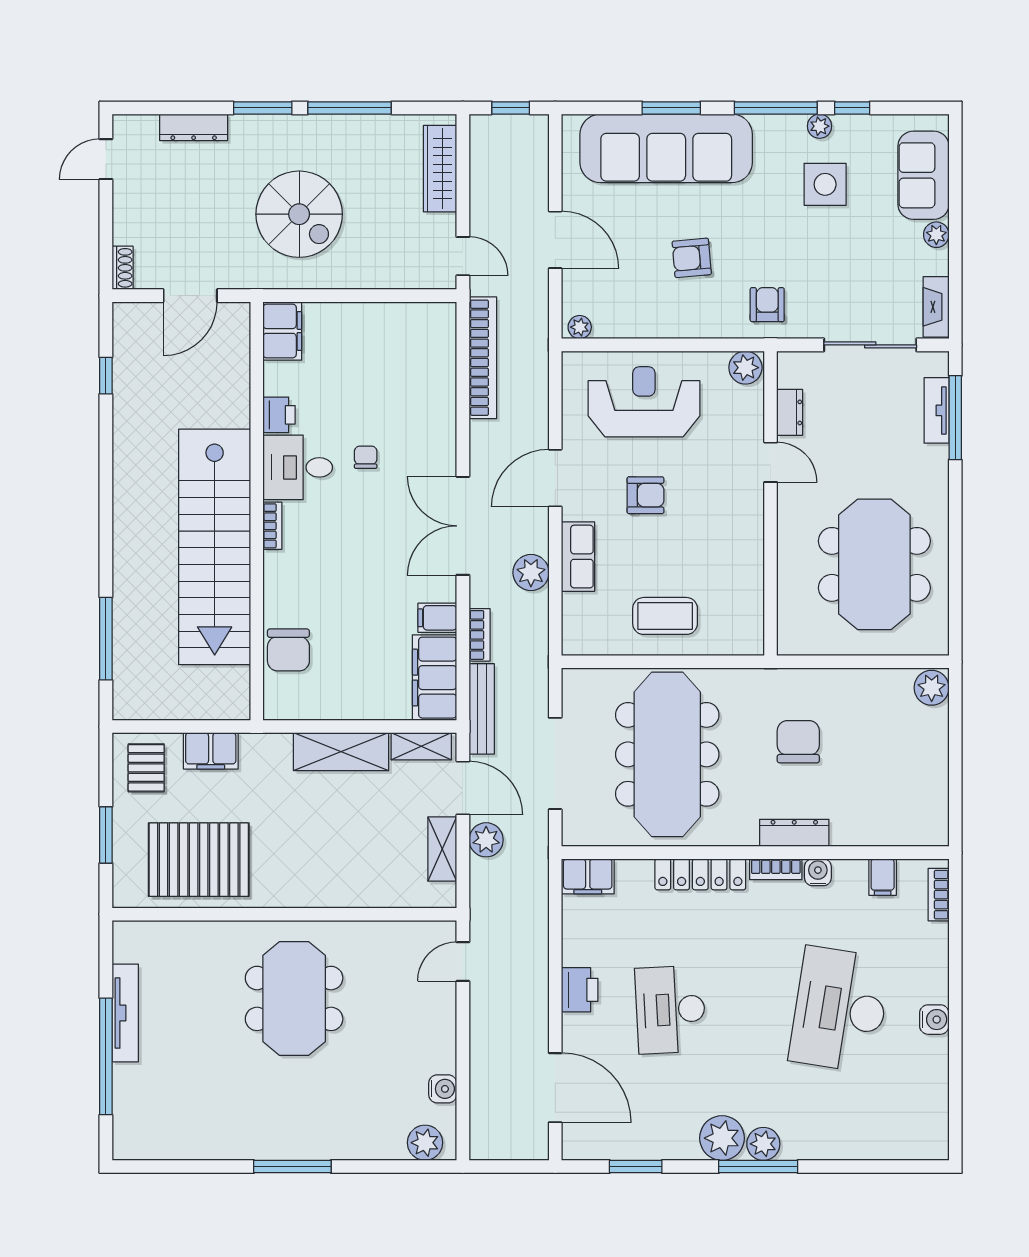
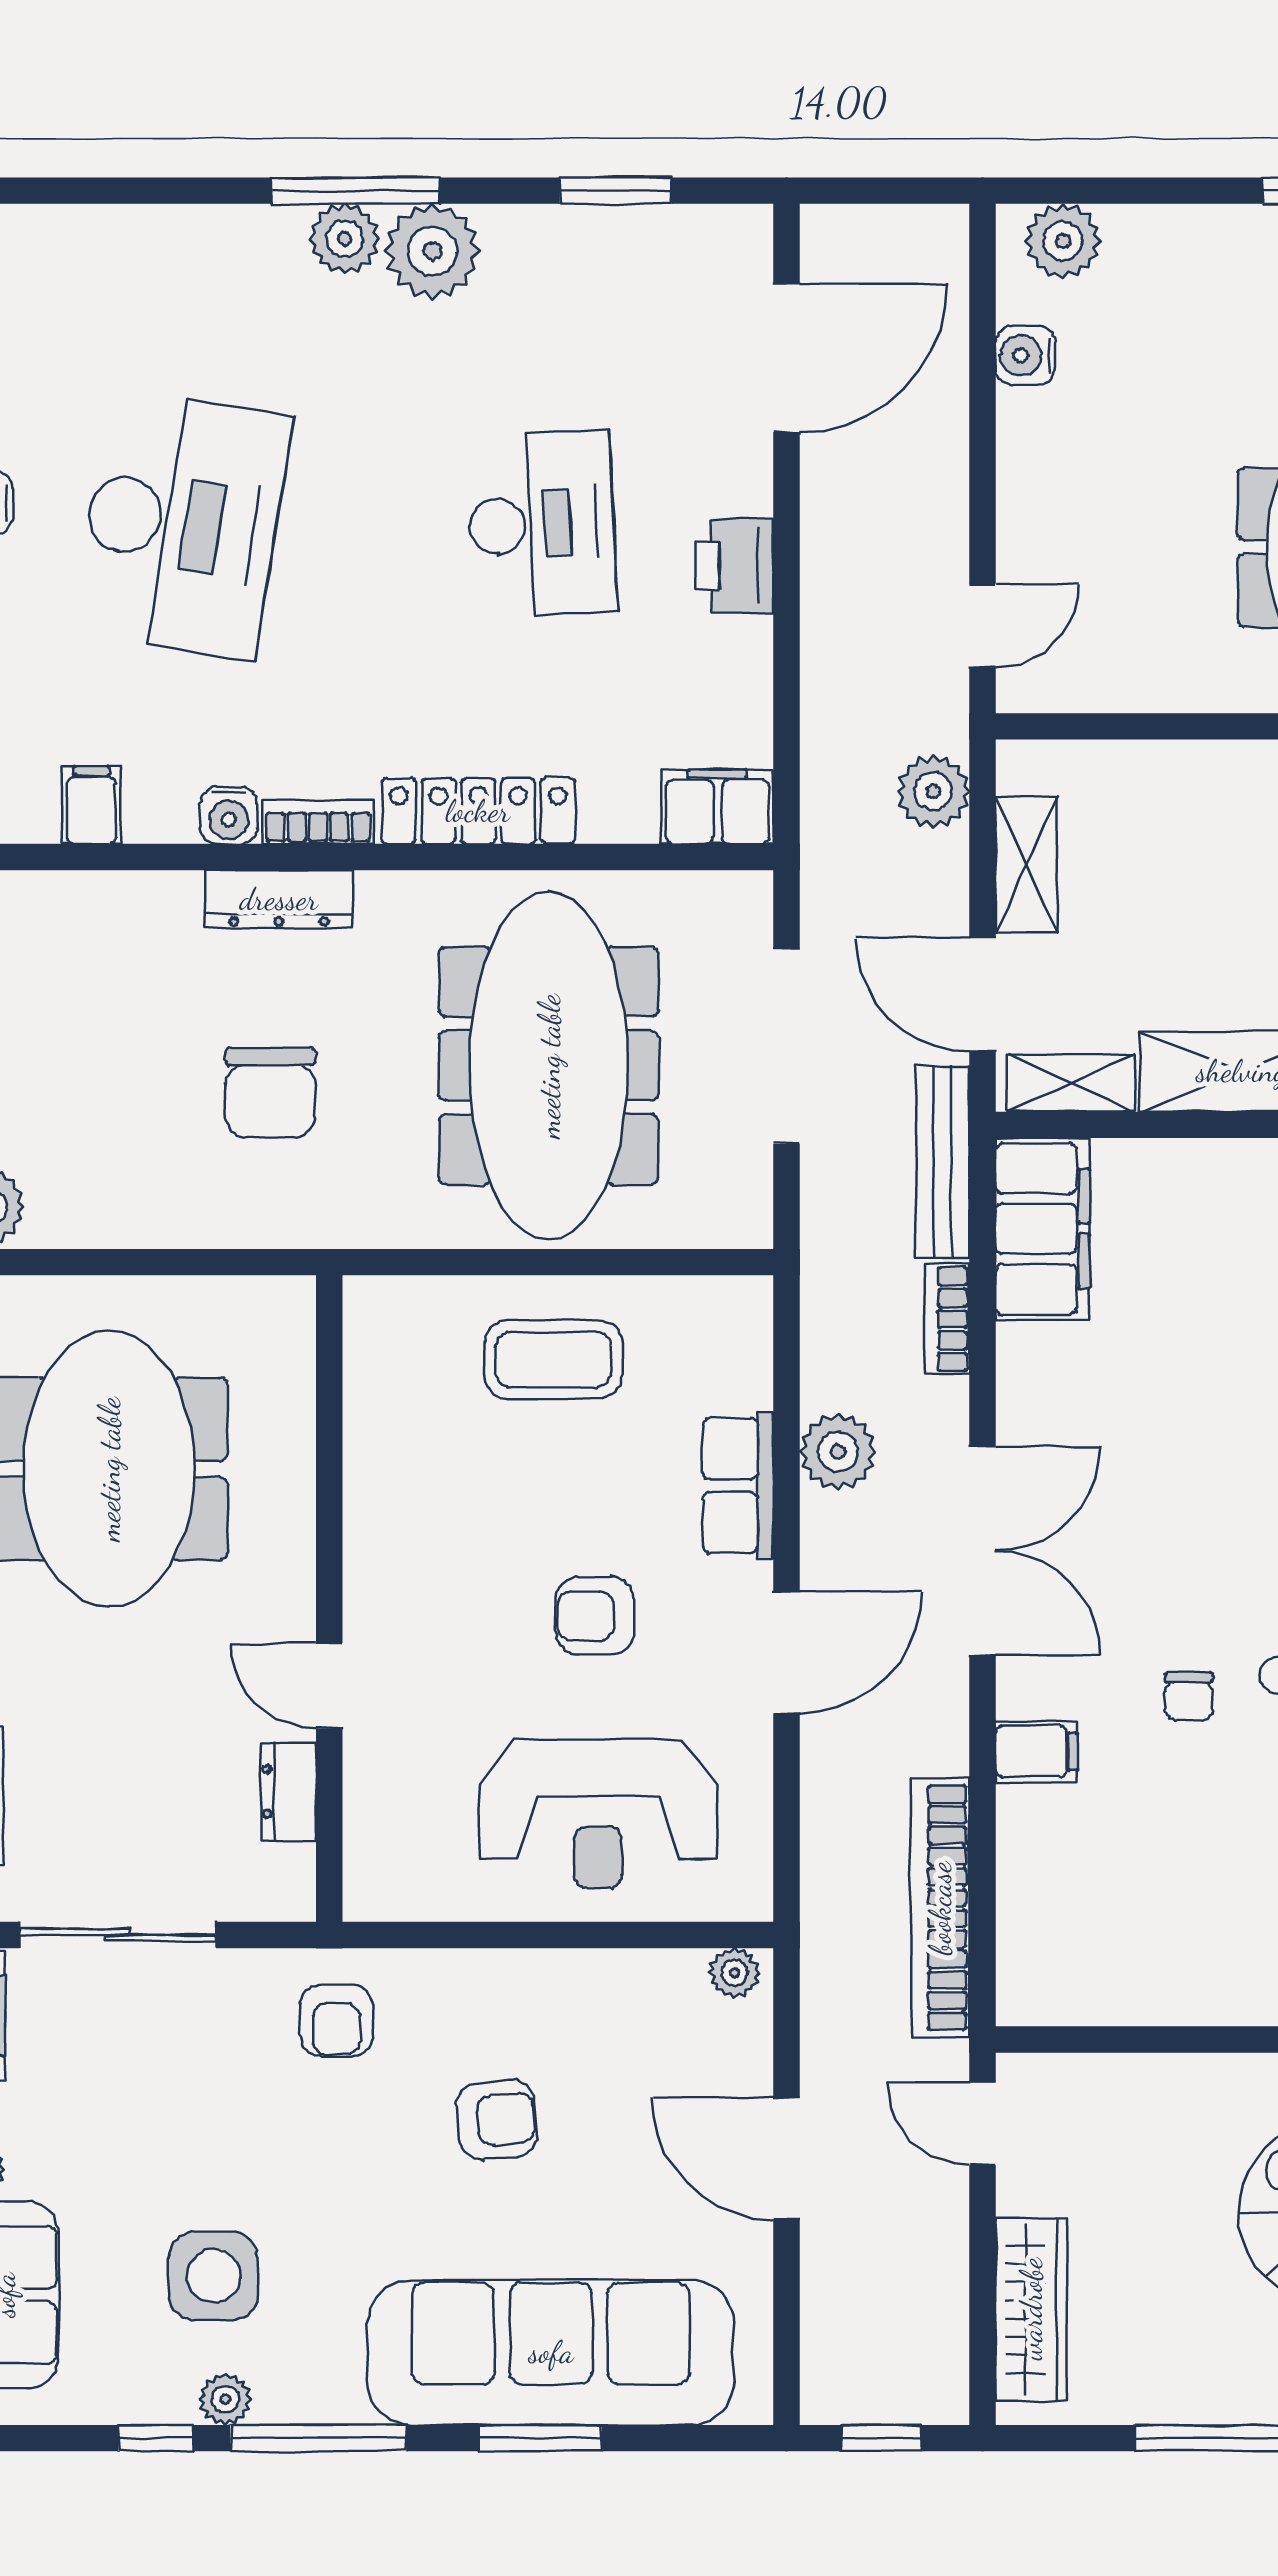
plant: (745, 368) -> (383, 1887), removed
filing cabinet: (437, 618) -> (1037, 1751), moved
plant: (486, 840) -> (933, 792), moved
door: (555, 1088) -> (787, 358), swing flipped

